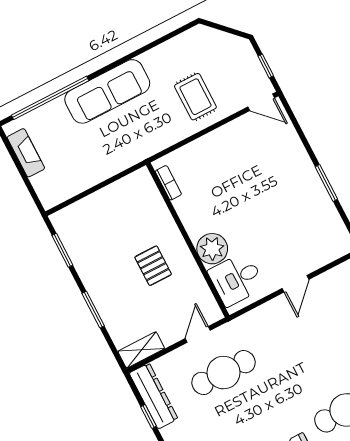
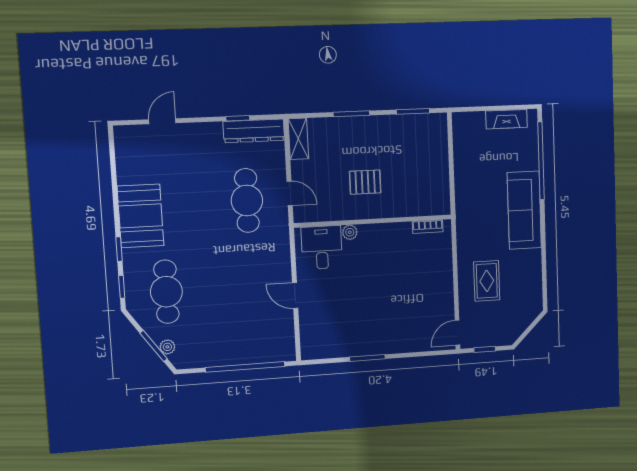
rug: (195, 97) -> (487, 281), turned 90
plant: (212, 249) -> (350, 232), width x0.53, depth x0.53

